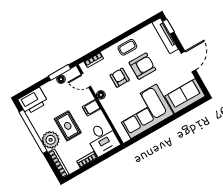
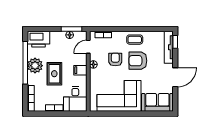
armchair: (142, 66) -> (138, 61), turned 180
door: (86, 80) -> (88, 47), hinge flipped
plant: (51, 140) -> (35, 66), moved

